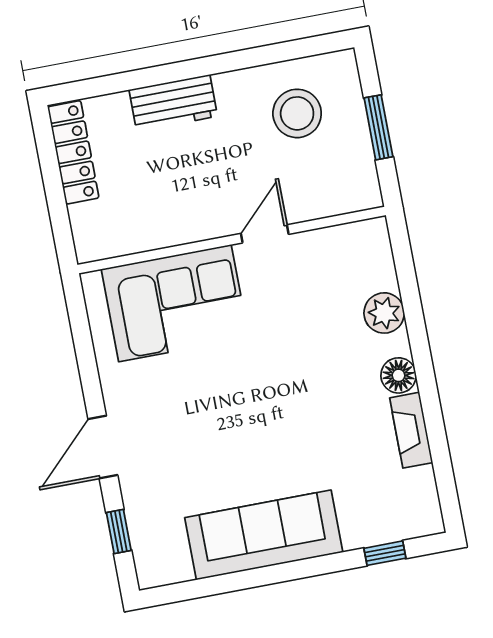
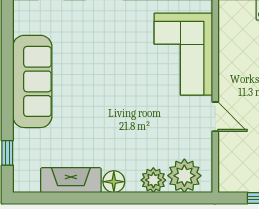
plant: (368, 265) -> (184, 176), added
fireplace: (411, 430) -> (71, 180), width x1.37, depth x1.32

